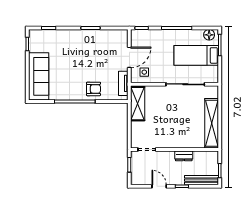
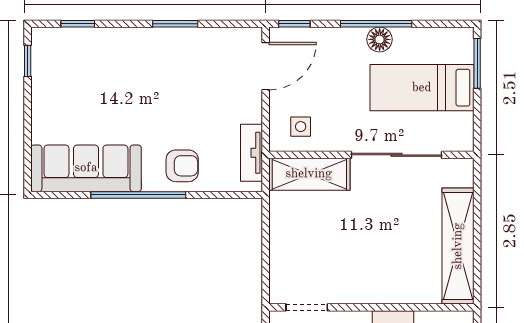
floor lamp: (209, 35) -> (380, 39), moved
door: (129, 57) -> (266, 66), moved
sofa: (39, 76) -> (86, 168), moved, turned -90
shelving: (138, 104) -> (309, 174), moved, turned 90

